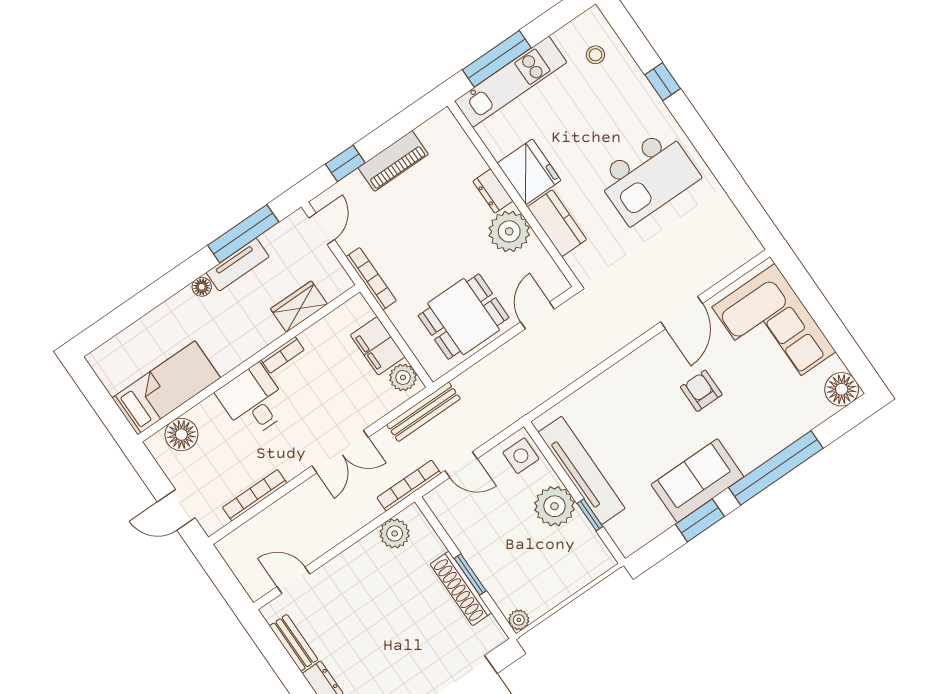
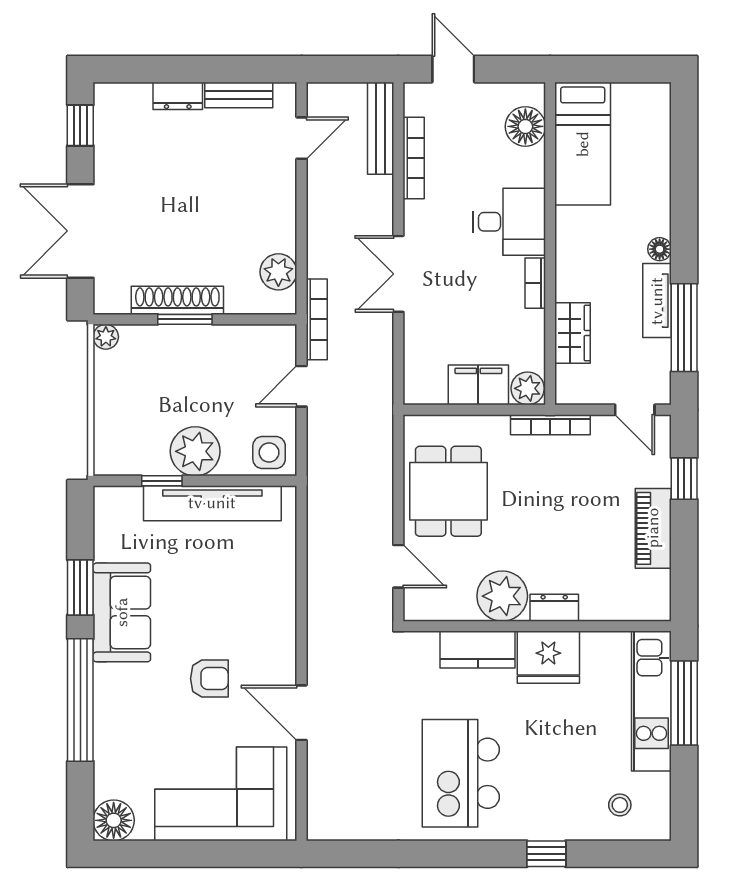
plant: (403, 377) -> (528, 388), moved
bench: (423, 412) -> (381, 128), moved
door: (176, 510) -> (453, 69), hinge flipped

